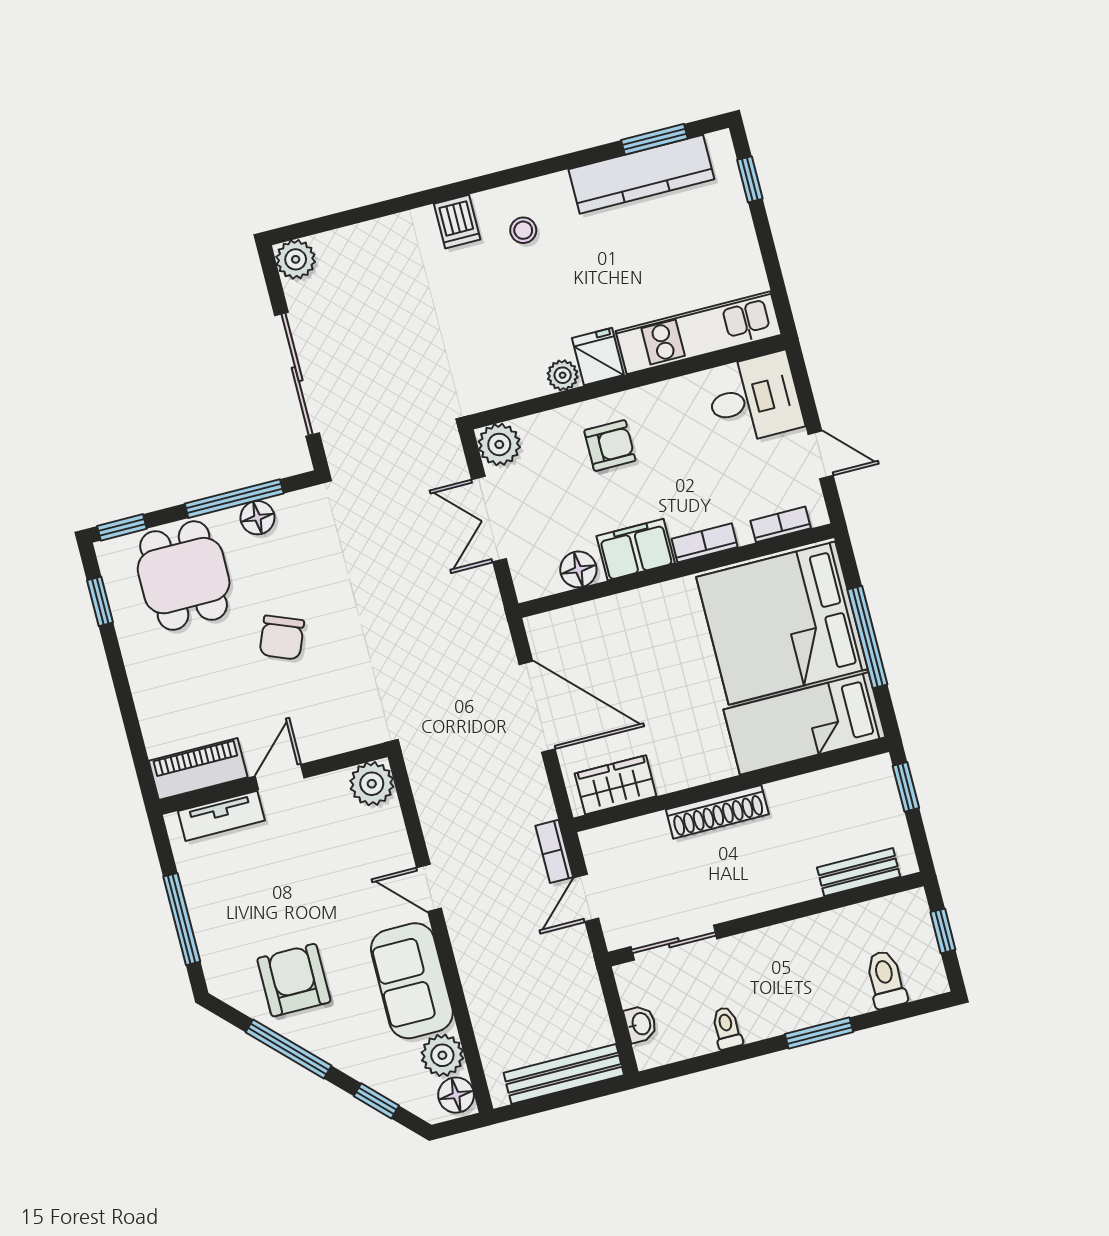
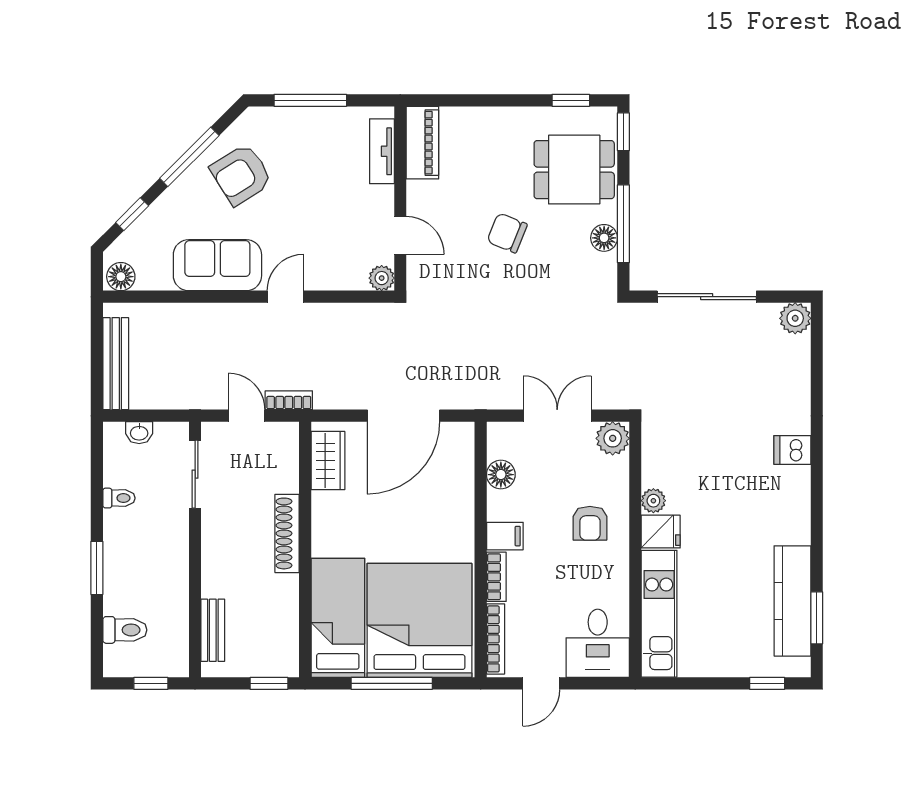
stool: (523, 230) -> (773, 499), removed
bookcase: (781, 524) -> (496, 639), width x1.56
filing cabinet: (636, 550) -> (505, 536), width x0.50
door: (280, 777) -> (400, 235), moved
plant: (372, 784) -> (382, 278), width x0.73, depth x0.73
armchair: (294, 980) -> (241, 175), turned 148
plant: (442, 1055) -> (154, 274), removed

